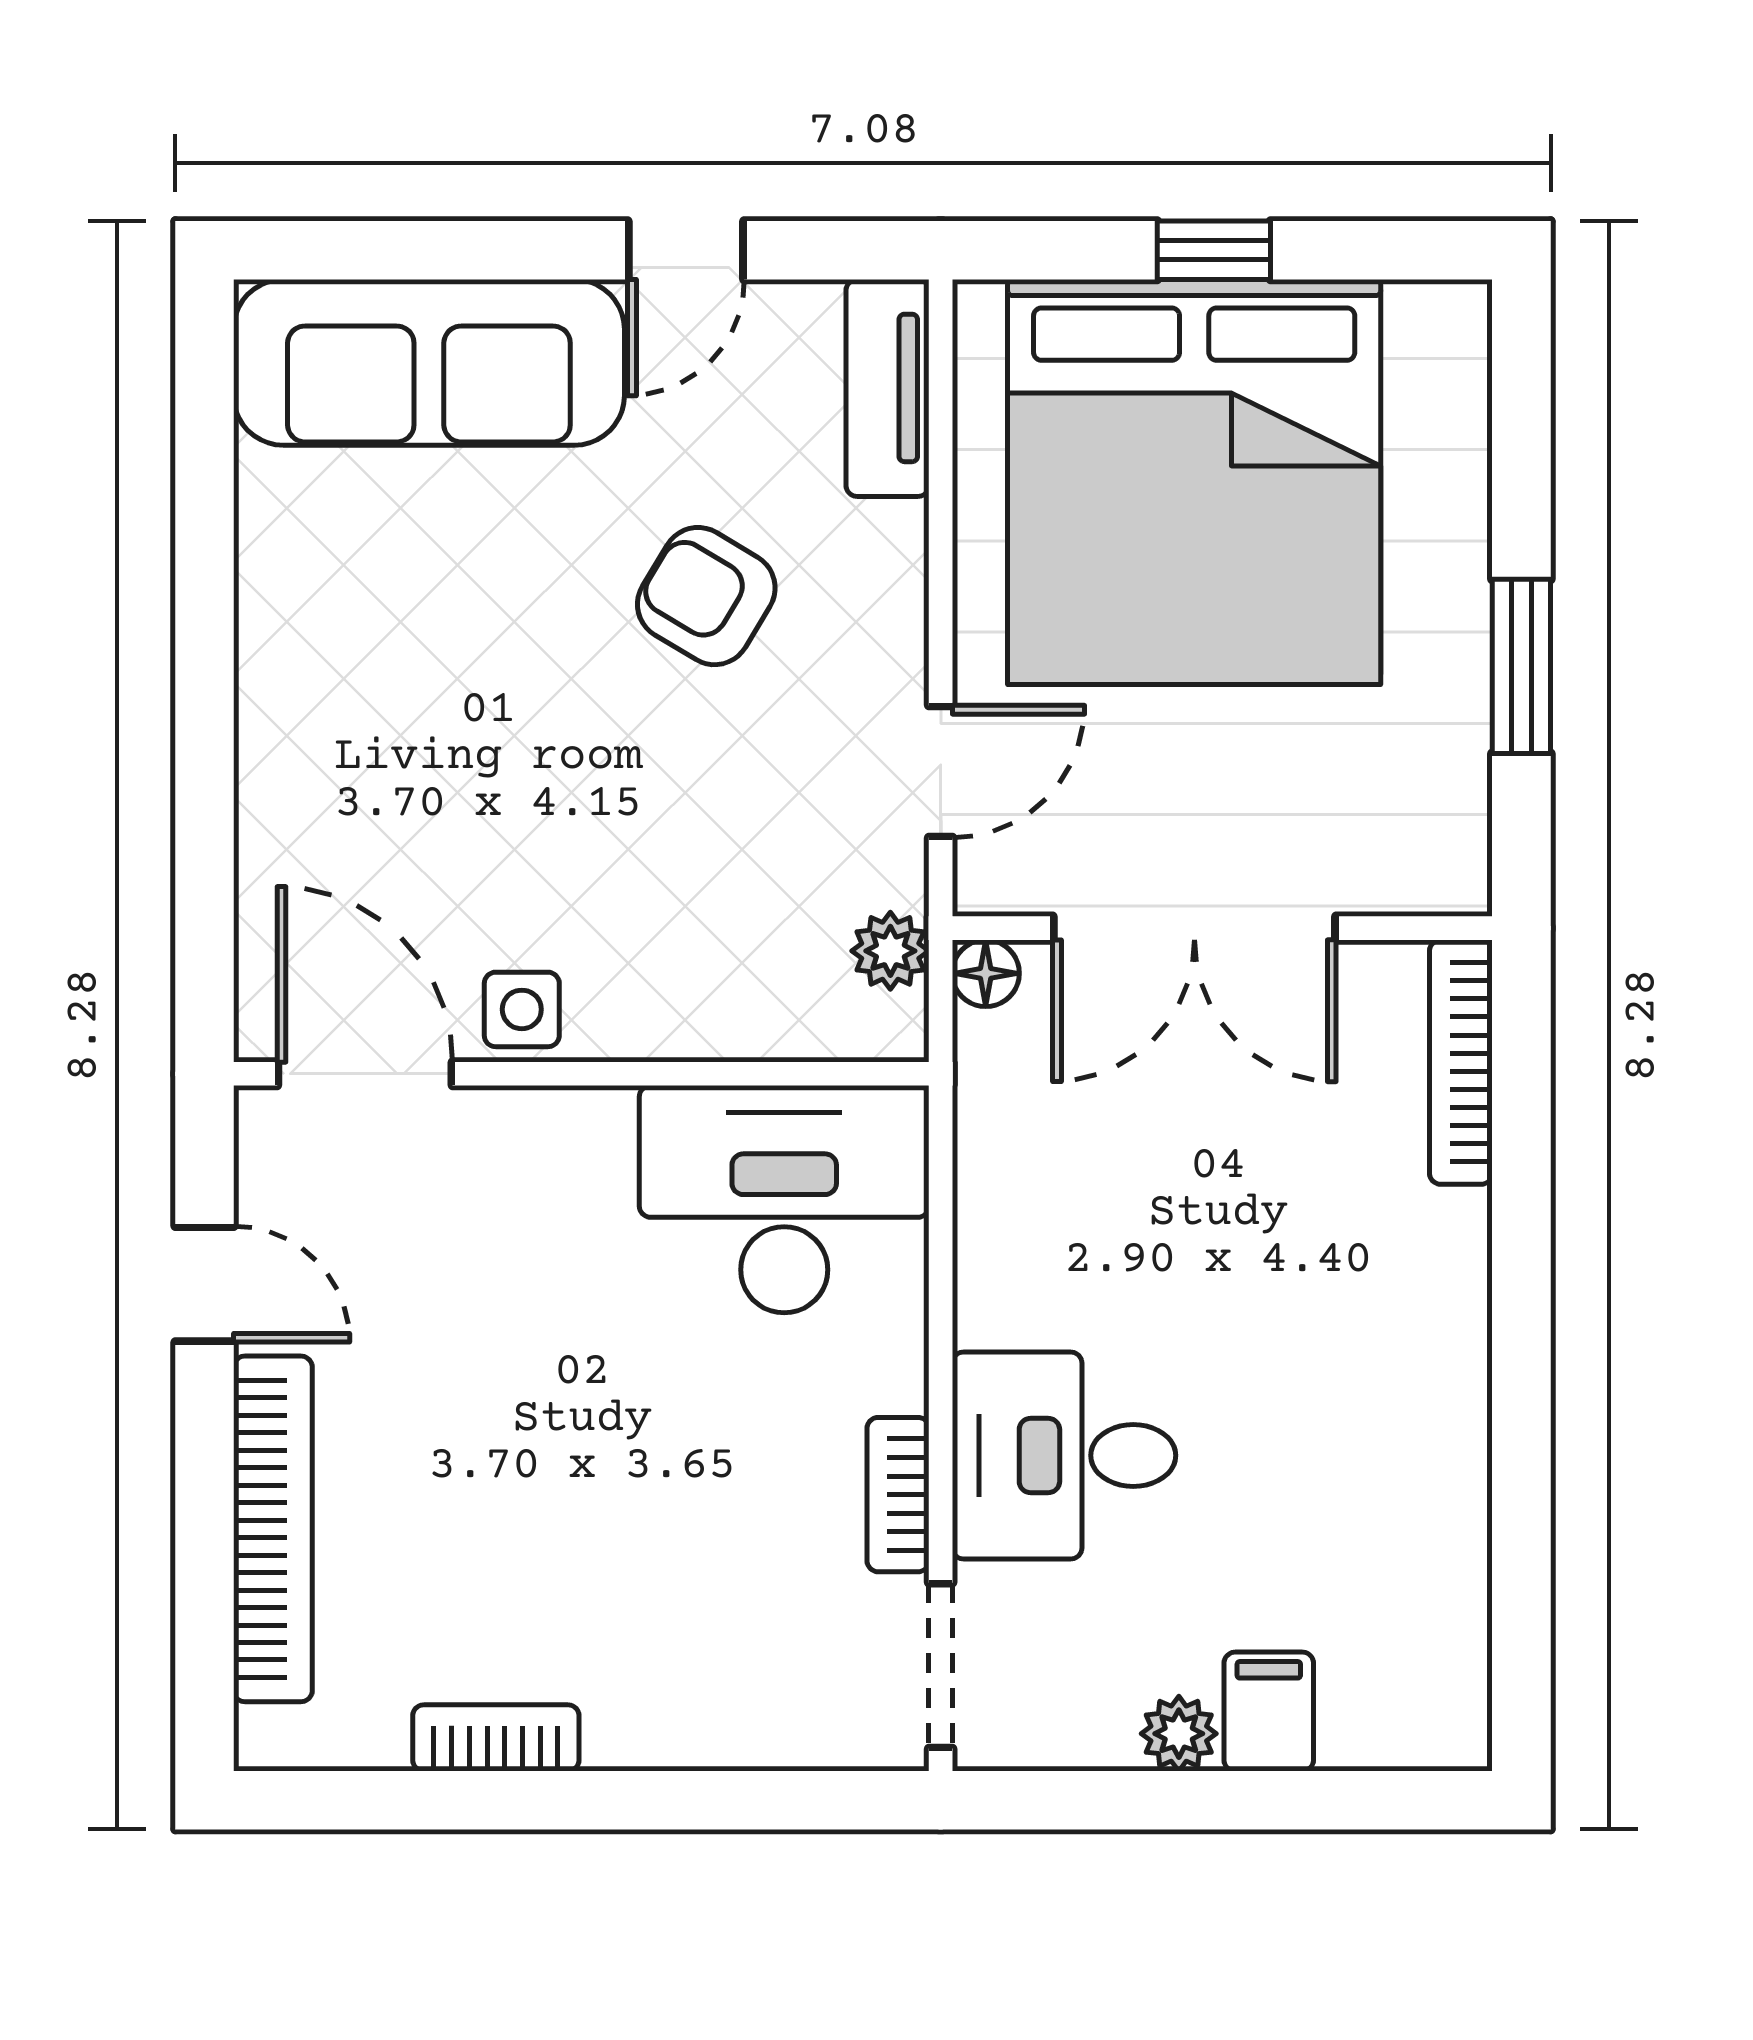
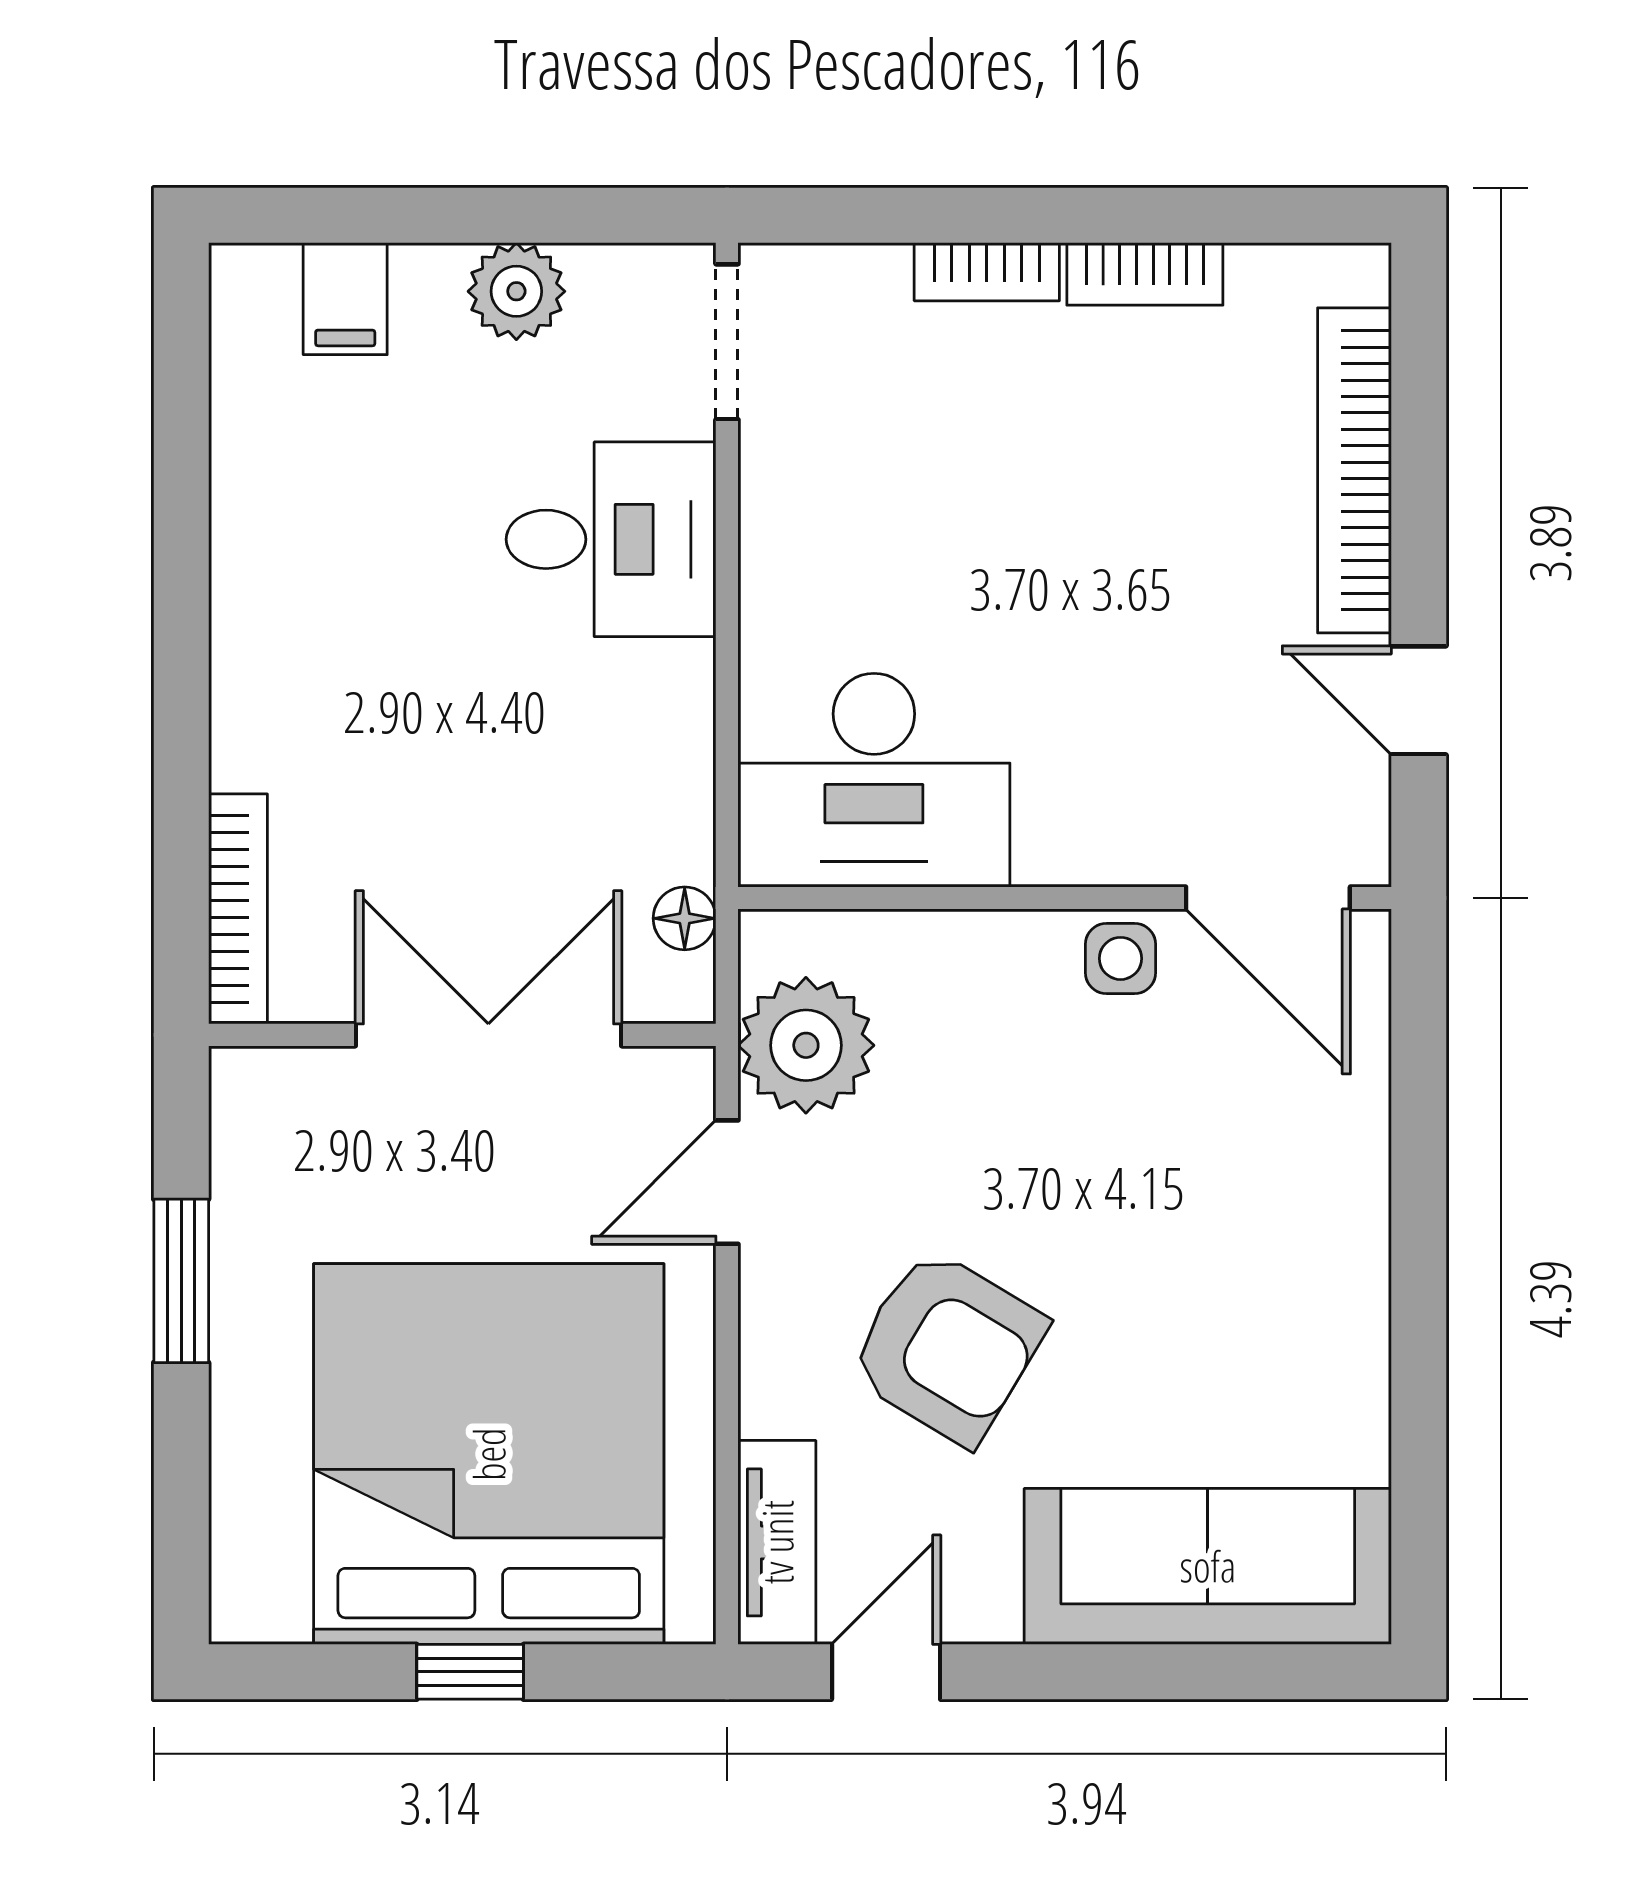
door: (686, 250) -> (886, 1672), moved
armchair: (706, 596) -> (947, 1347), width x1.38, depth x1.38
plant: (890, 951) -> (806, 1045), width x1.87, depth x1.87
floor lamp: (986, 973) -> (685, 918), moved
bookcase: (898, 1495) -> (987, 272), moved, turned 90
filing cabinet: (1269, 1712) -> (345, 299), moved
plant: (1179, 1734) -> (516, 291), width x1.38, depth x1.38

